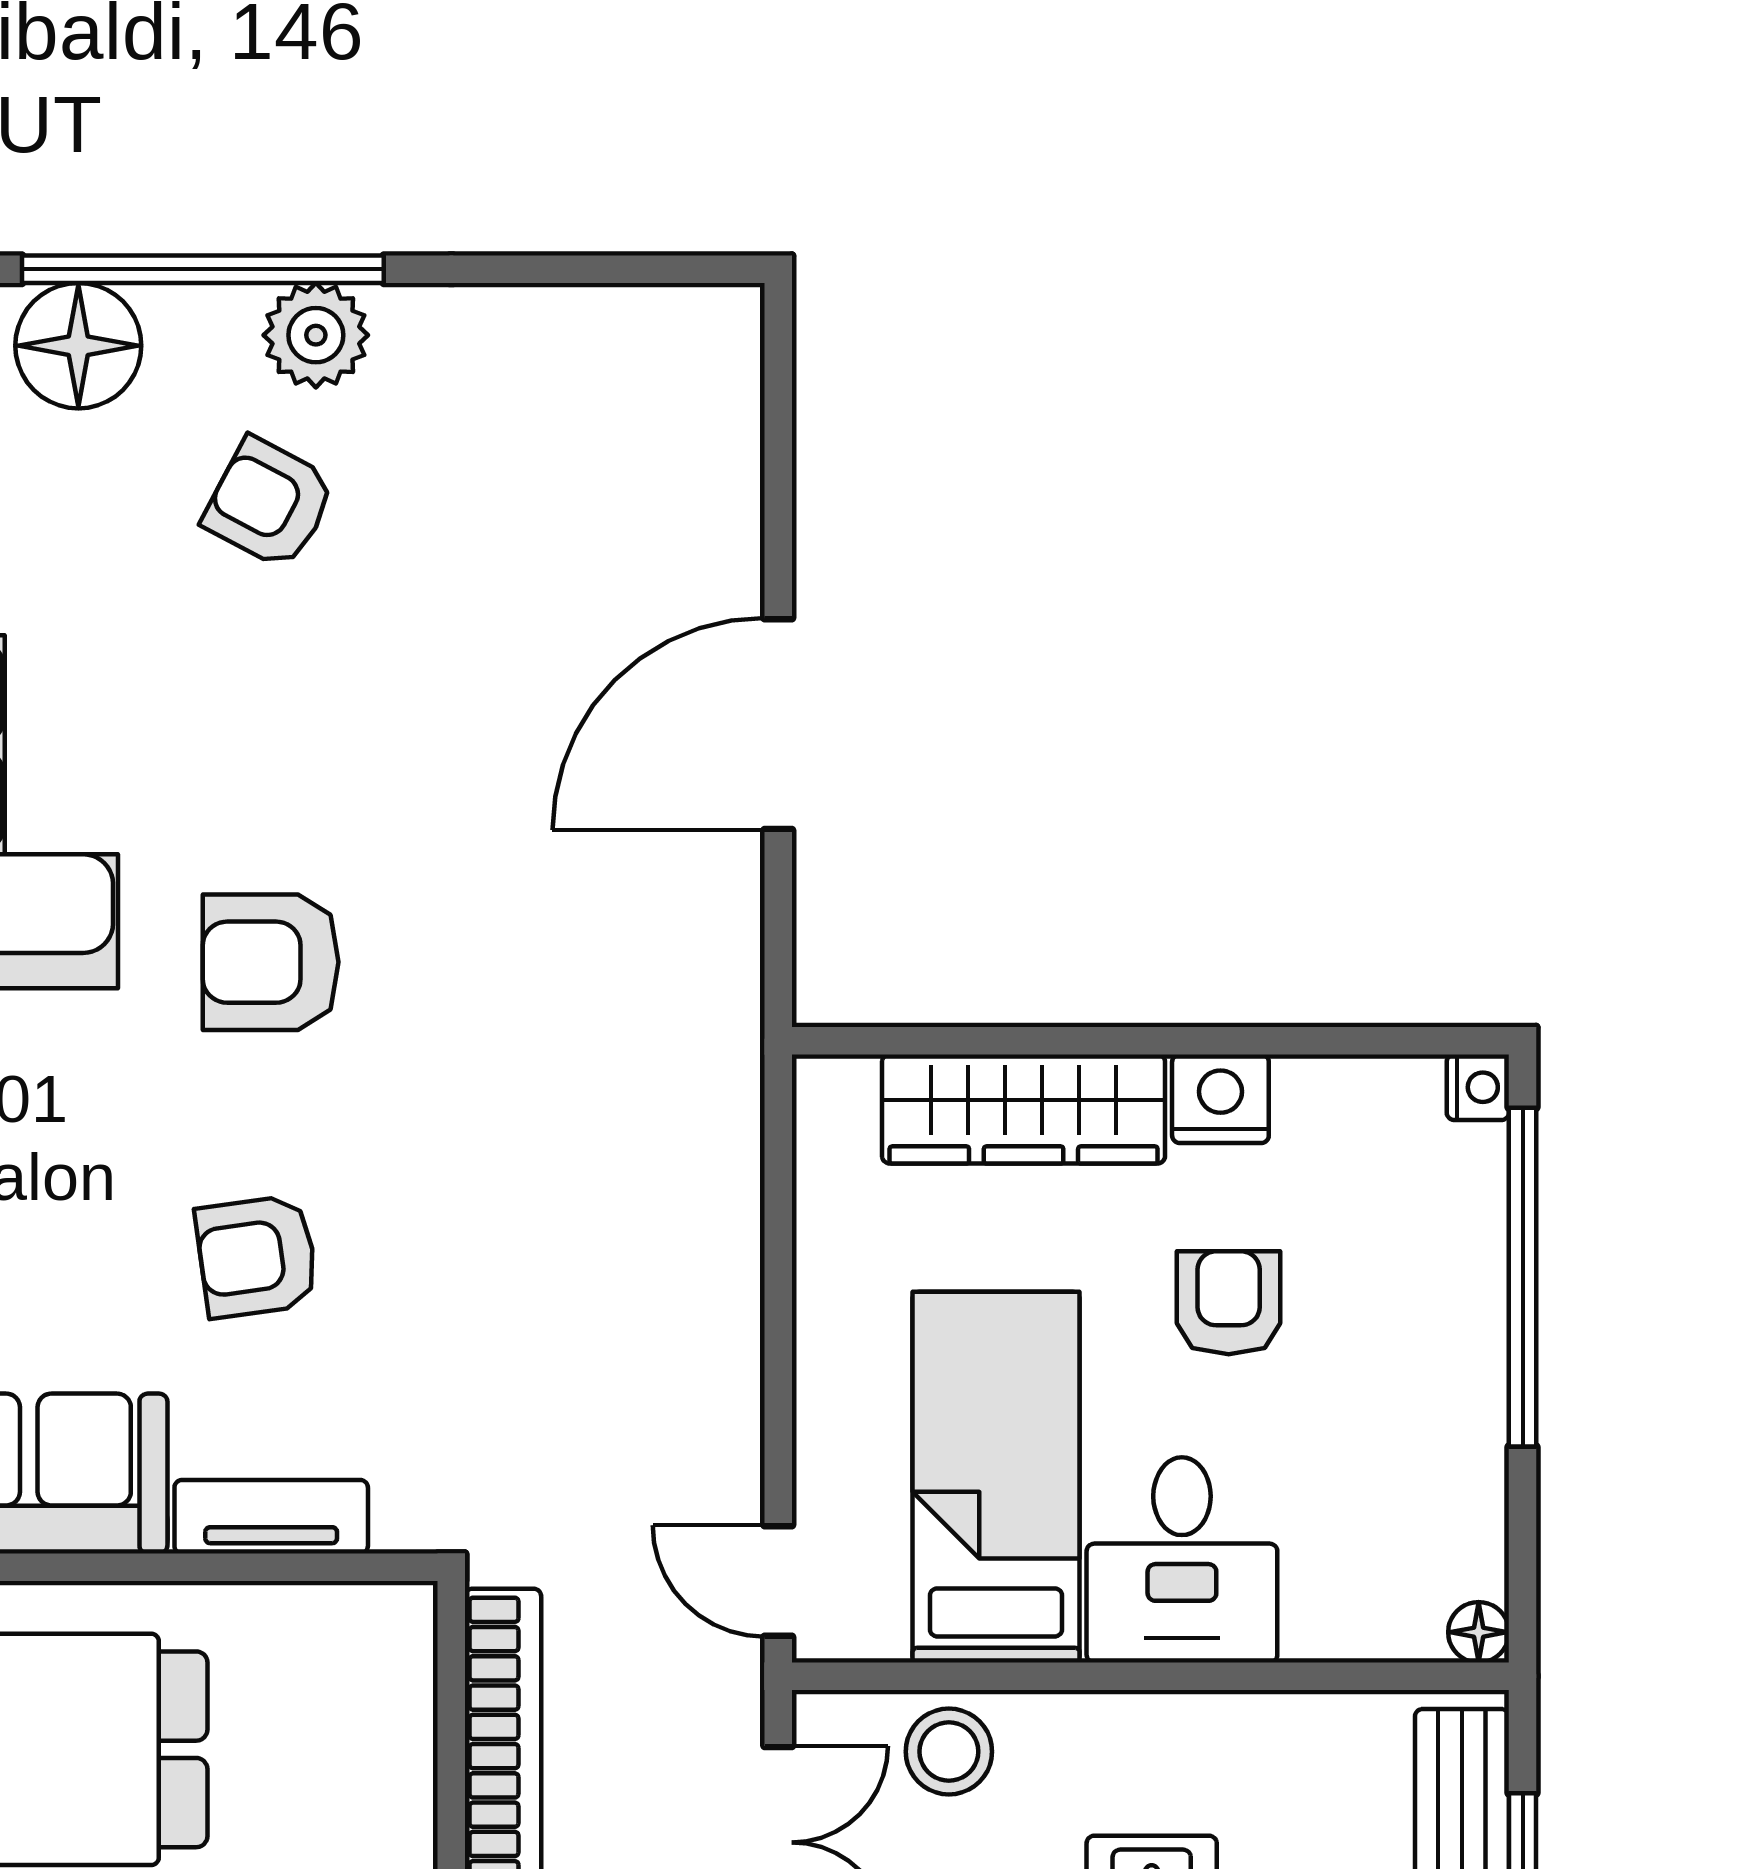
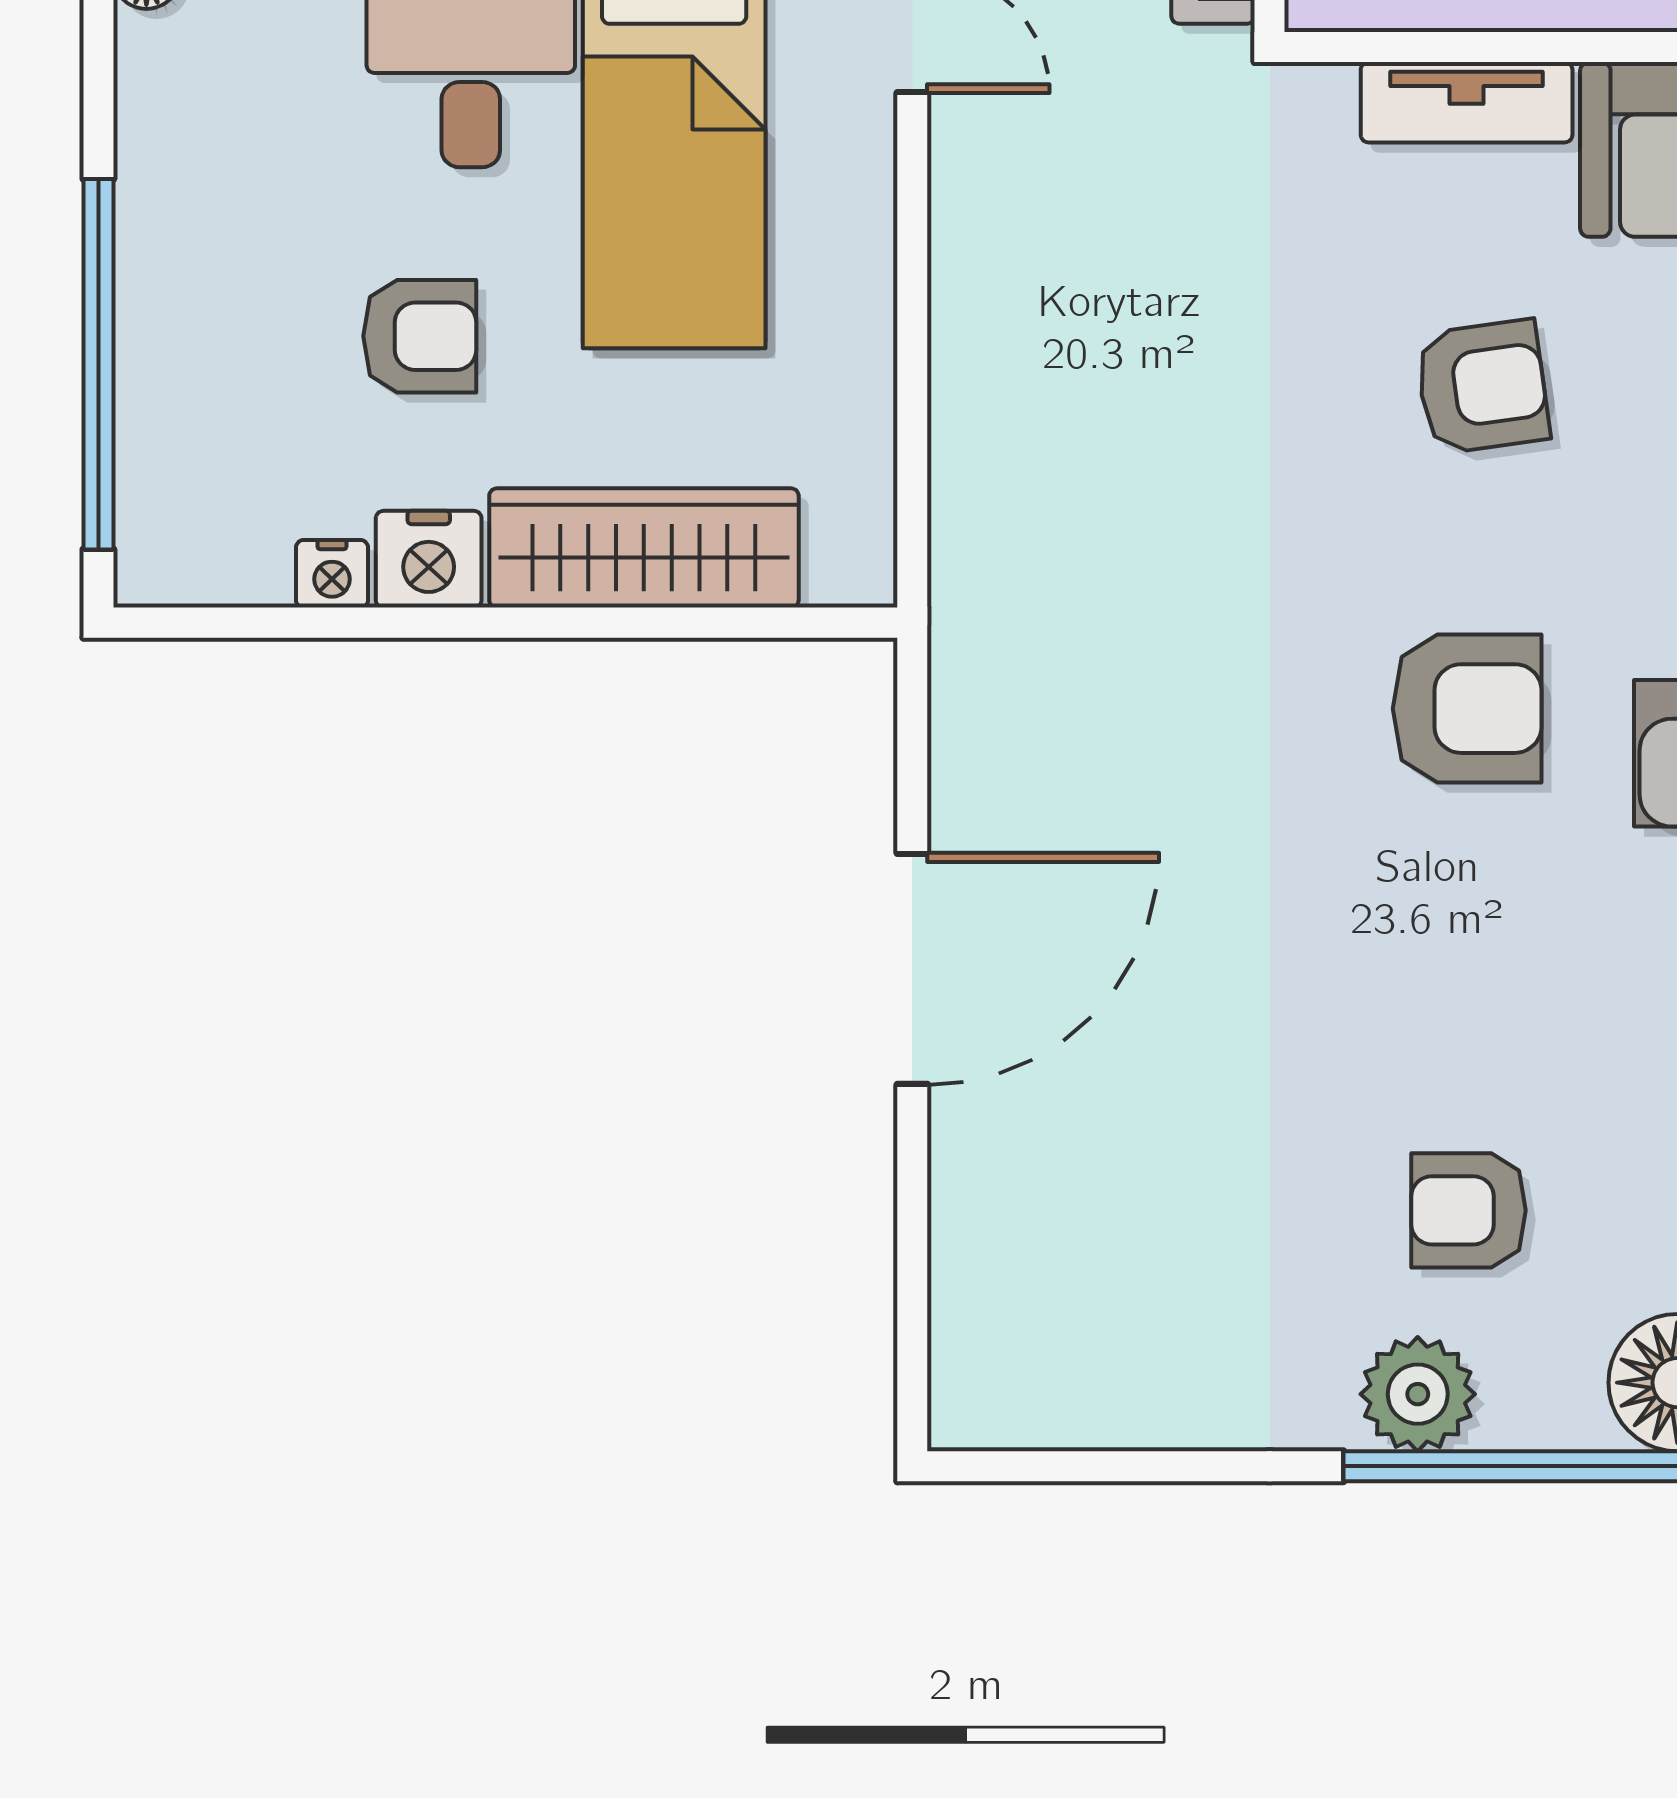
armchair: (269, 503) -> (1469, 1210), turned 152
nightstand: (1478, 1087) -> (332, 574), moved, turned -90
armchair: (1229, 1303) -> (420, 336), turned -90

